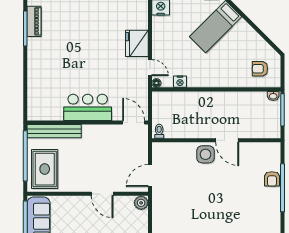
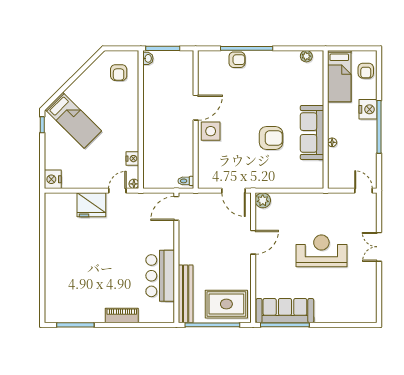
piano: (34, 21) -> (122, 315), moved
bar counter: (88, 107) -> (160, 276), moved
armchair: (199, 211) -> (271, 138), added

